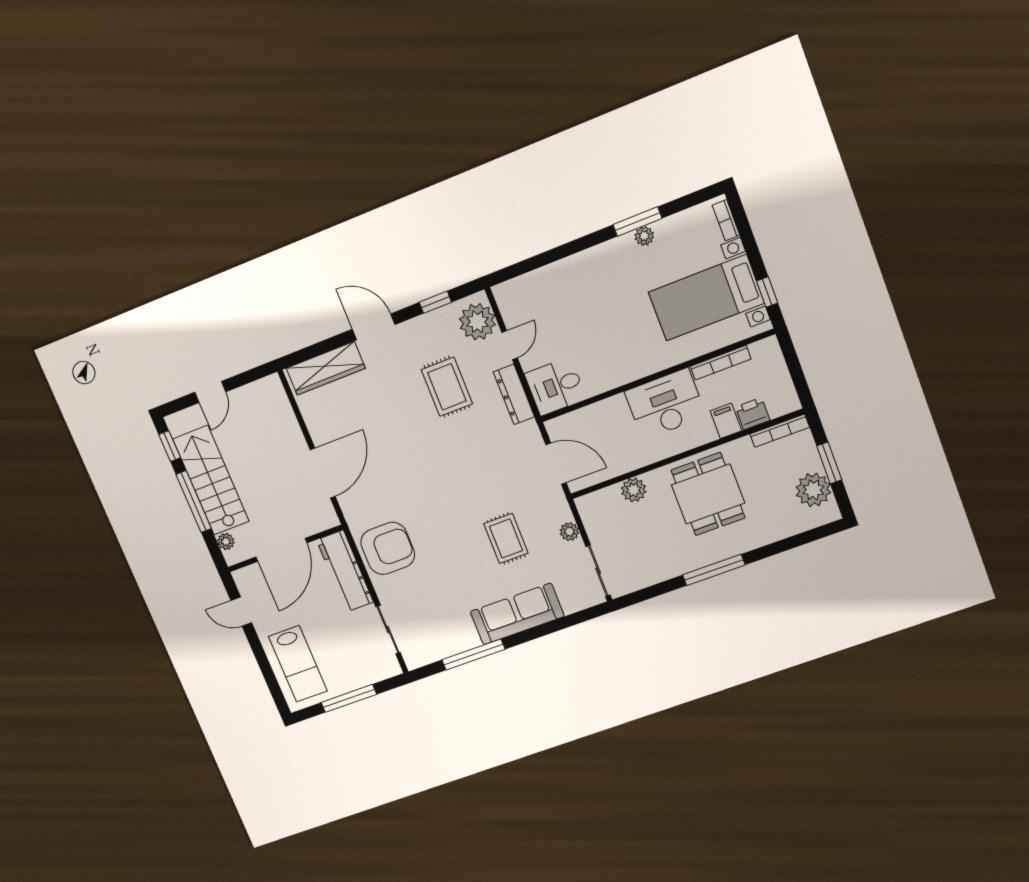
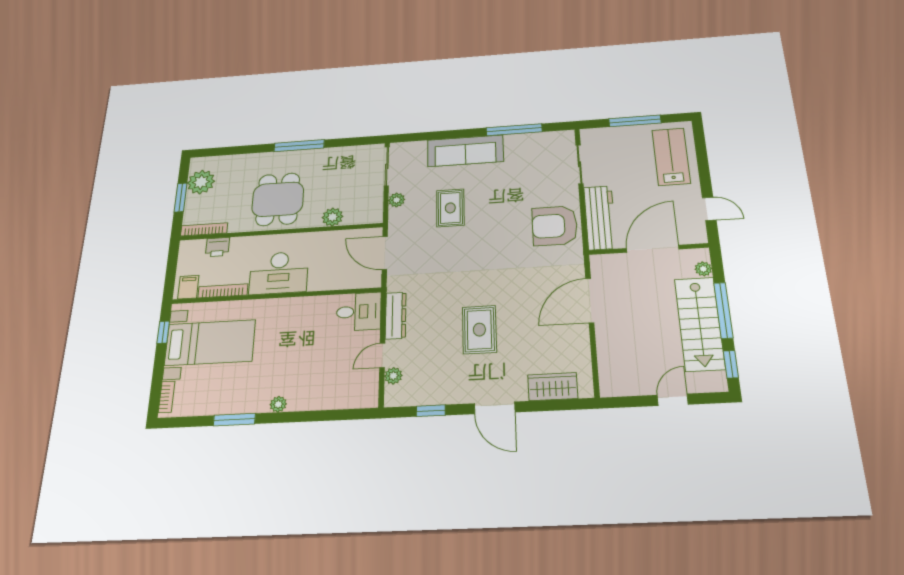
plant: (644, 236) -> (278, 404), moved
plant: (477, 322) -> (393, 376), width x0.53, depth x0.53
wardrobe: (326, 368) -> (553, 387), width x0.67
rug: (447, 387) -> (479, 330), moved
filing cabinet: (726, 421) -> (188, 287), moved, turned 180

